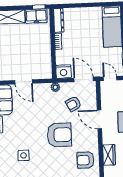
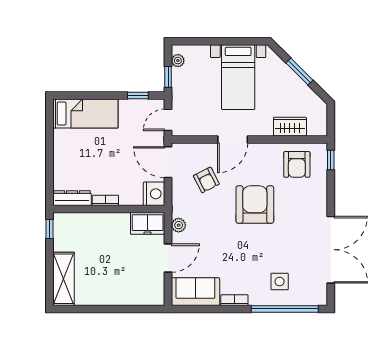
freezer: (36, 16) -> (148, 223), moved, turned 90
door: (84, 79) -> (168, 162), hinge flipped
plant: (55, 87) -> (179, 225), moved
side table: (24, 155) -> (280, 281), moved

